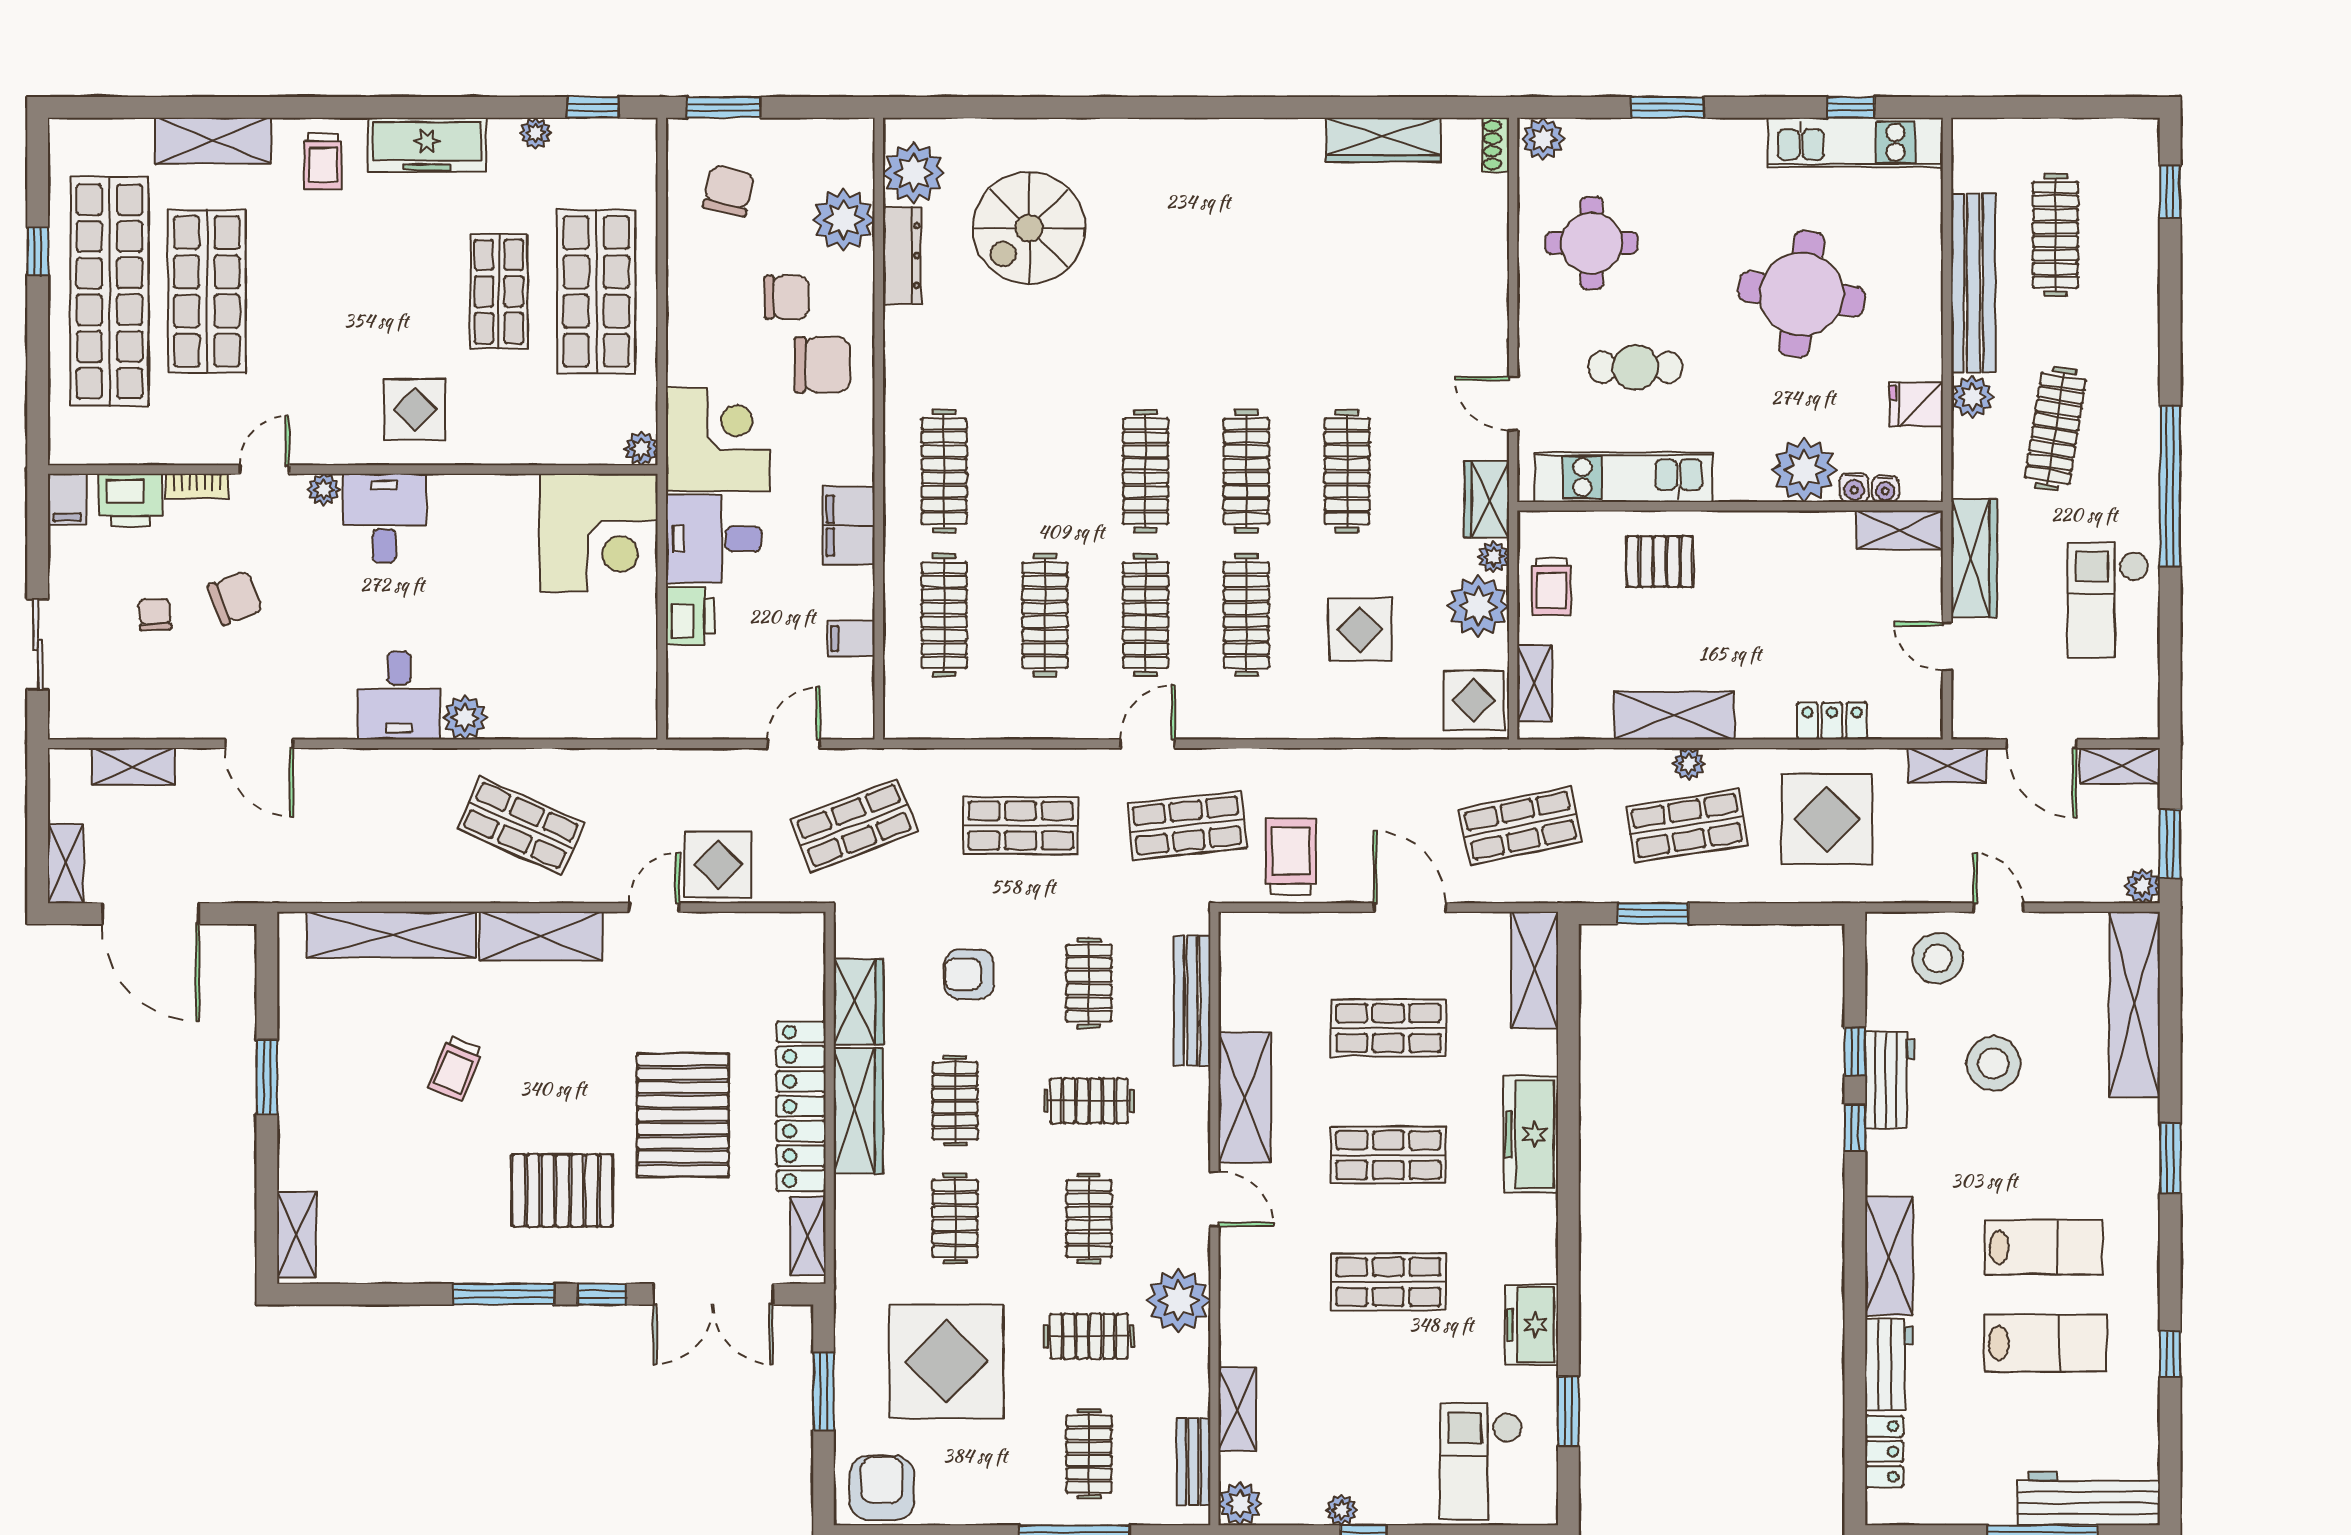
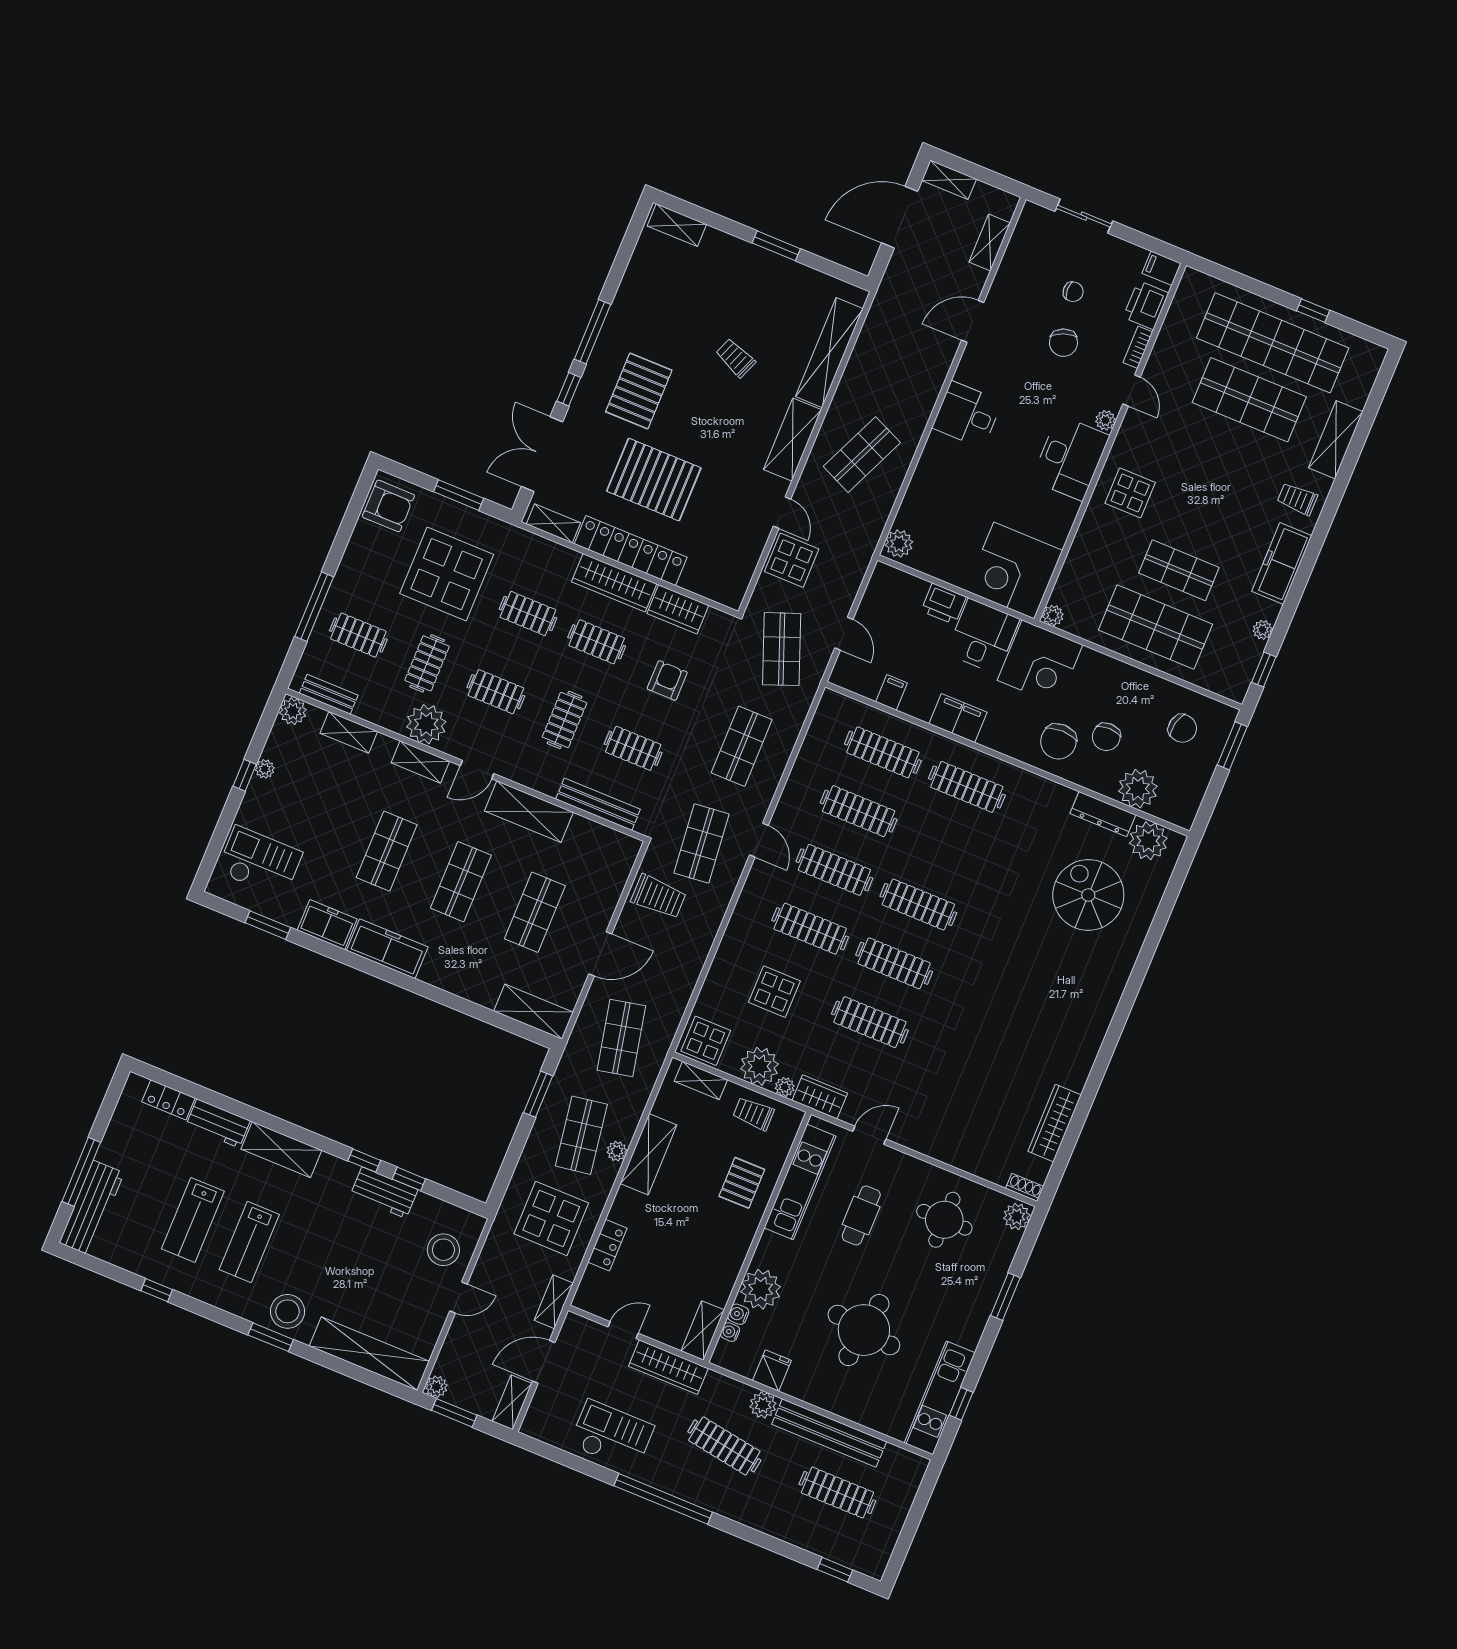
desk: (384, 518) -> (1070, 458), width x1.37
plant: (465, 718) -> (899, 544), moved
stool: (1993, 1063) -> (288, 1311), moved
freezer: (1531, 1134) -> (387, 949), moved
shelving: (1237, 1286) -> (420, 762), added

